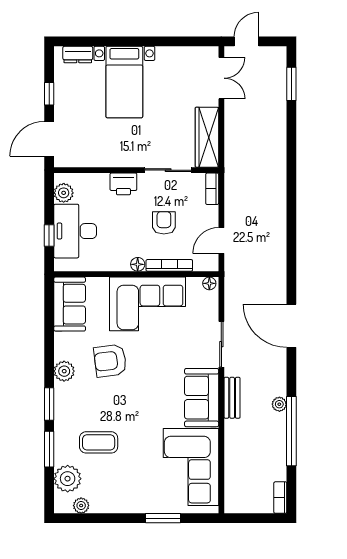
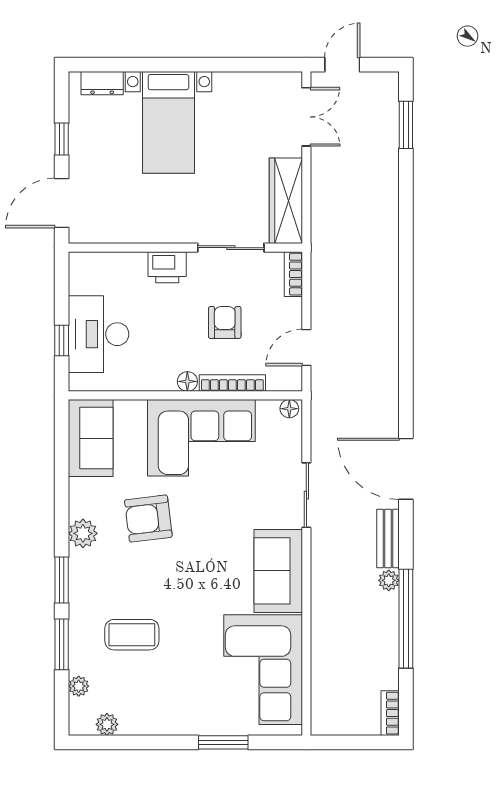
plant: (64, 193) -> (82, 280), removed
bench: (232, 398) -> (388, 538), moved
plant: (68, 479) -> (79, 686), width x0.53, depth x0.53

